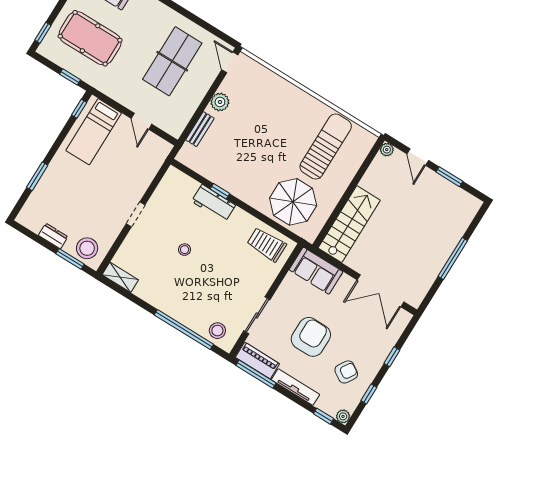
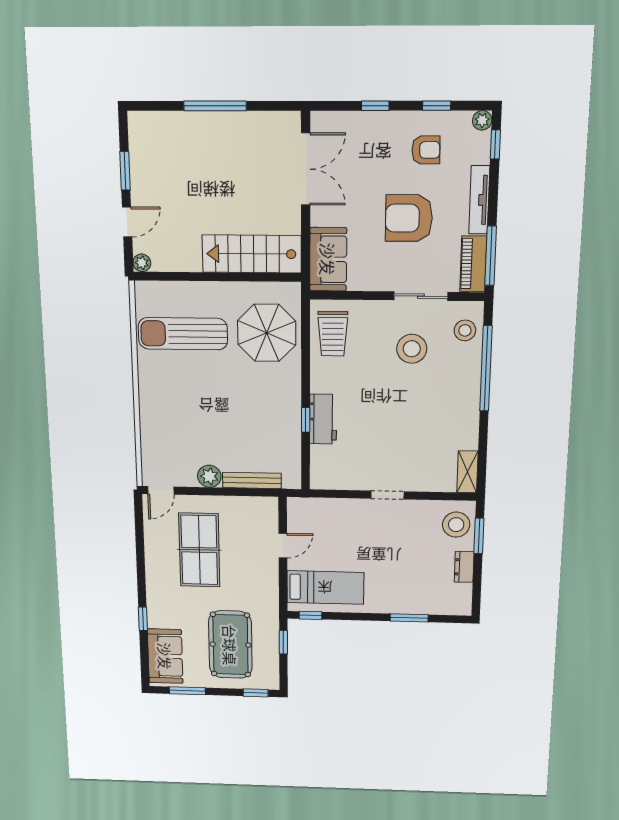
table tennis table: (172, 61) -> (199, 550), turned 90
bench: (200, 129) -> (252, 480), width x1.36
stool: (185, 250) -> (412, 349), moved, width x1.89, depth x1.89
armchair: (346, 372) -> (426, 150), turned 147

